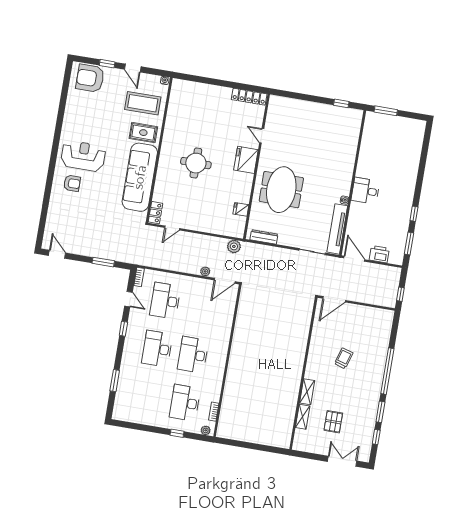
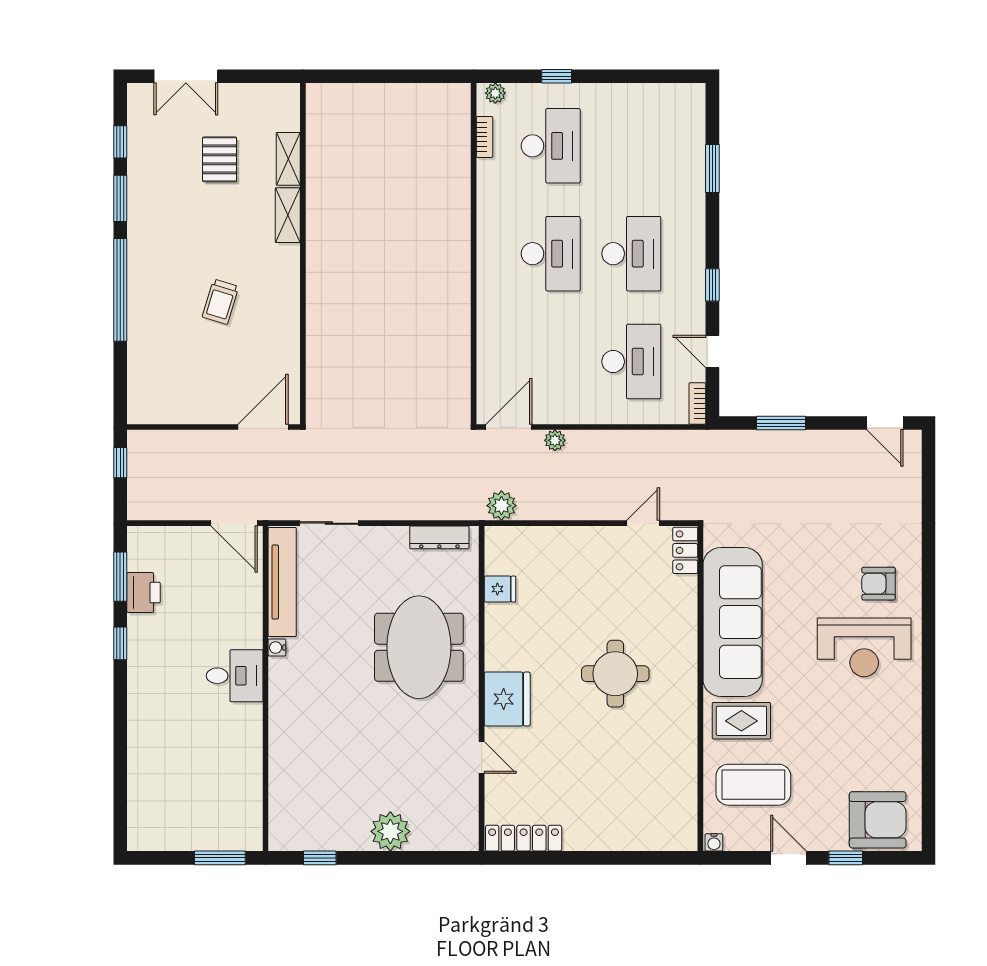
plant: (308, 110) -> (390, 831), added
printer: (379, 254) -> (143, 593), moved, turned -90

